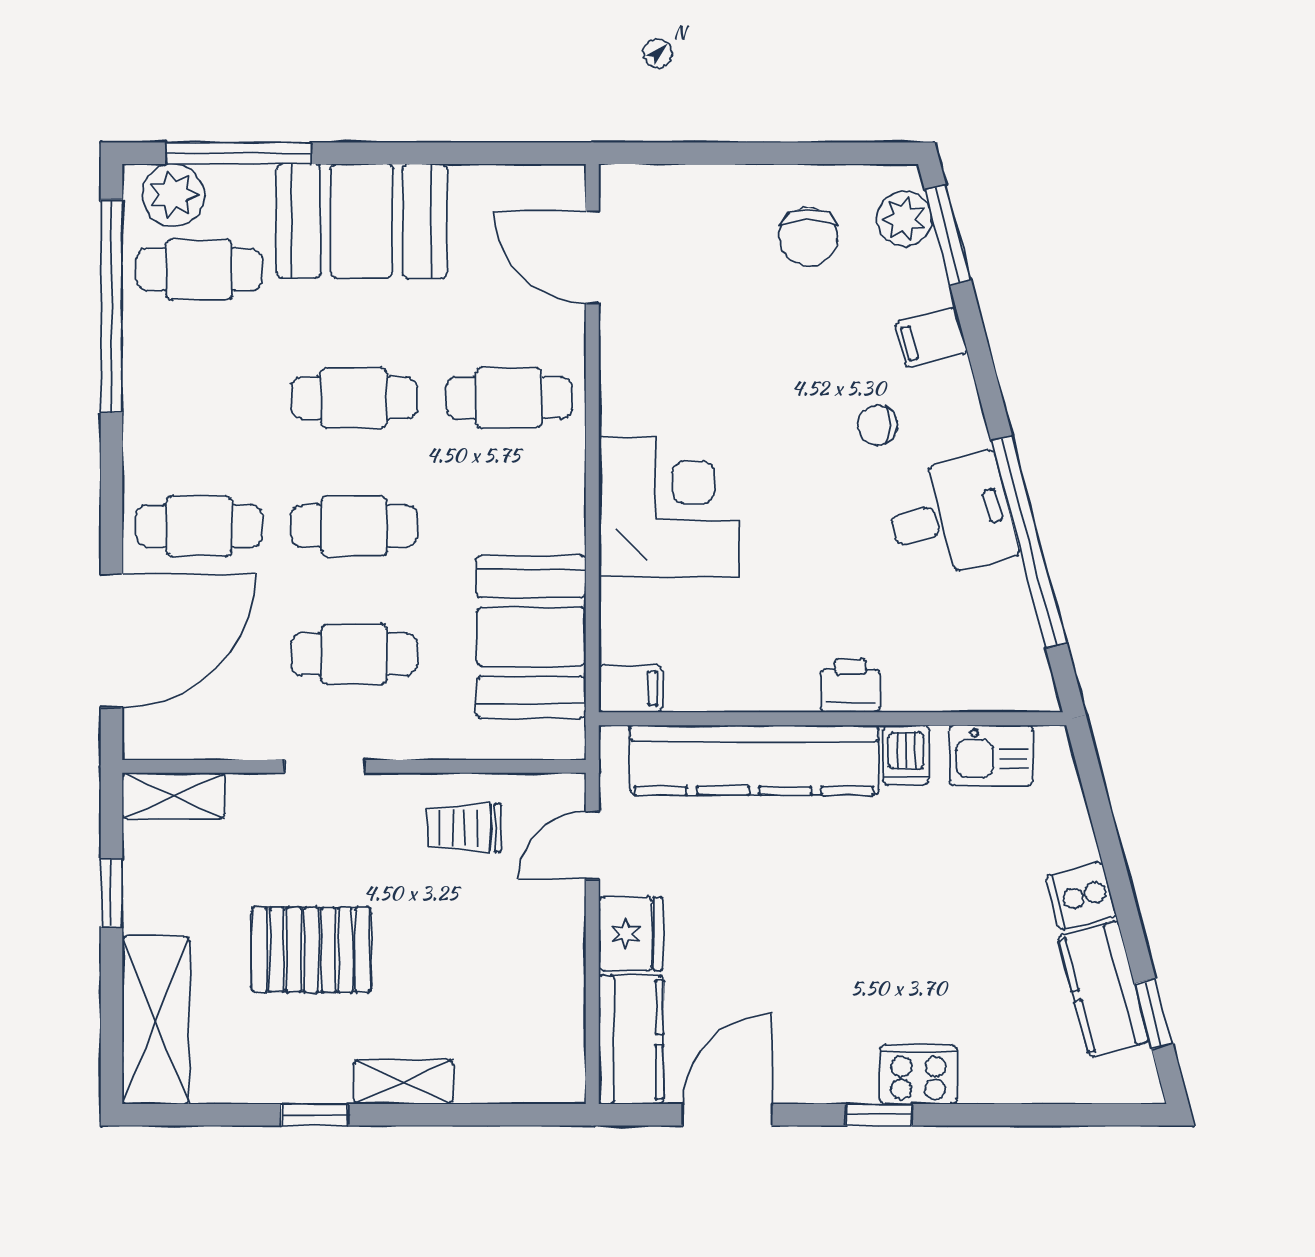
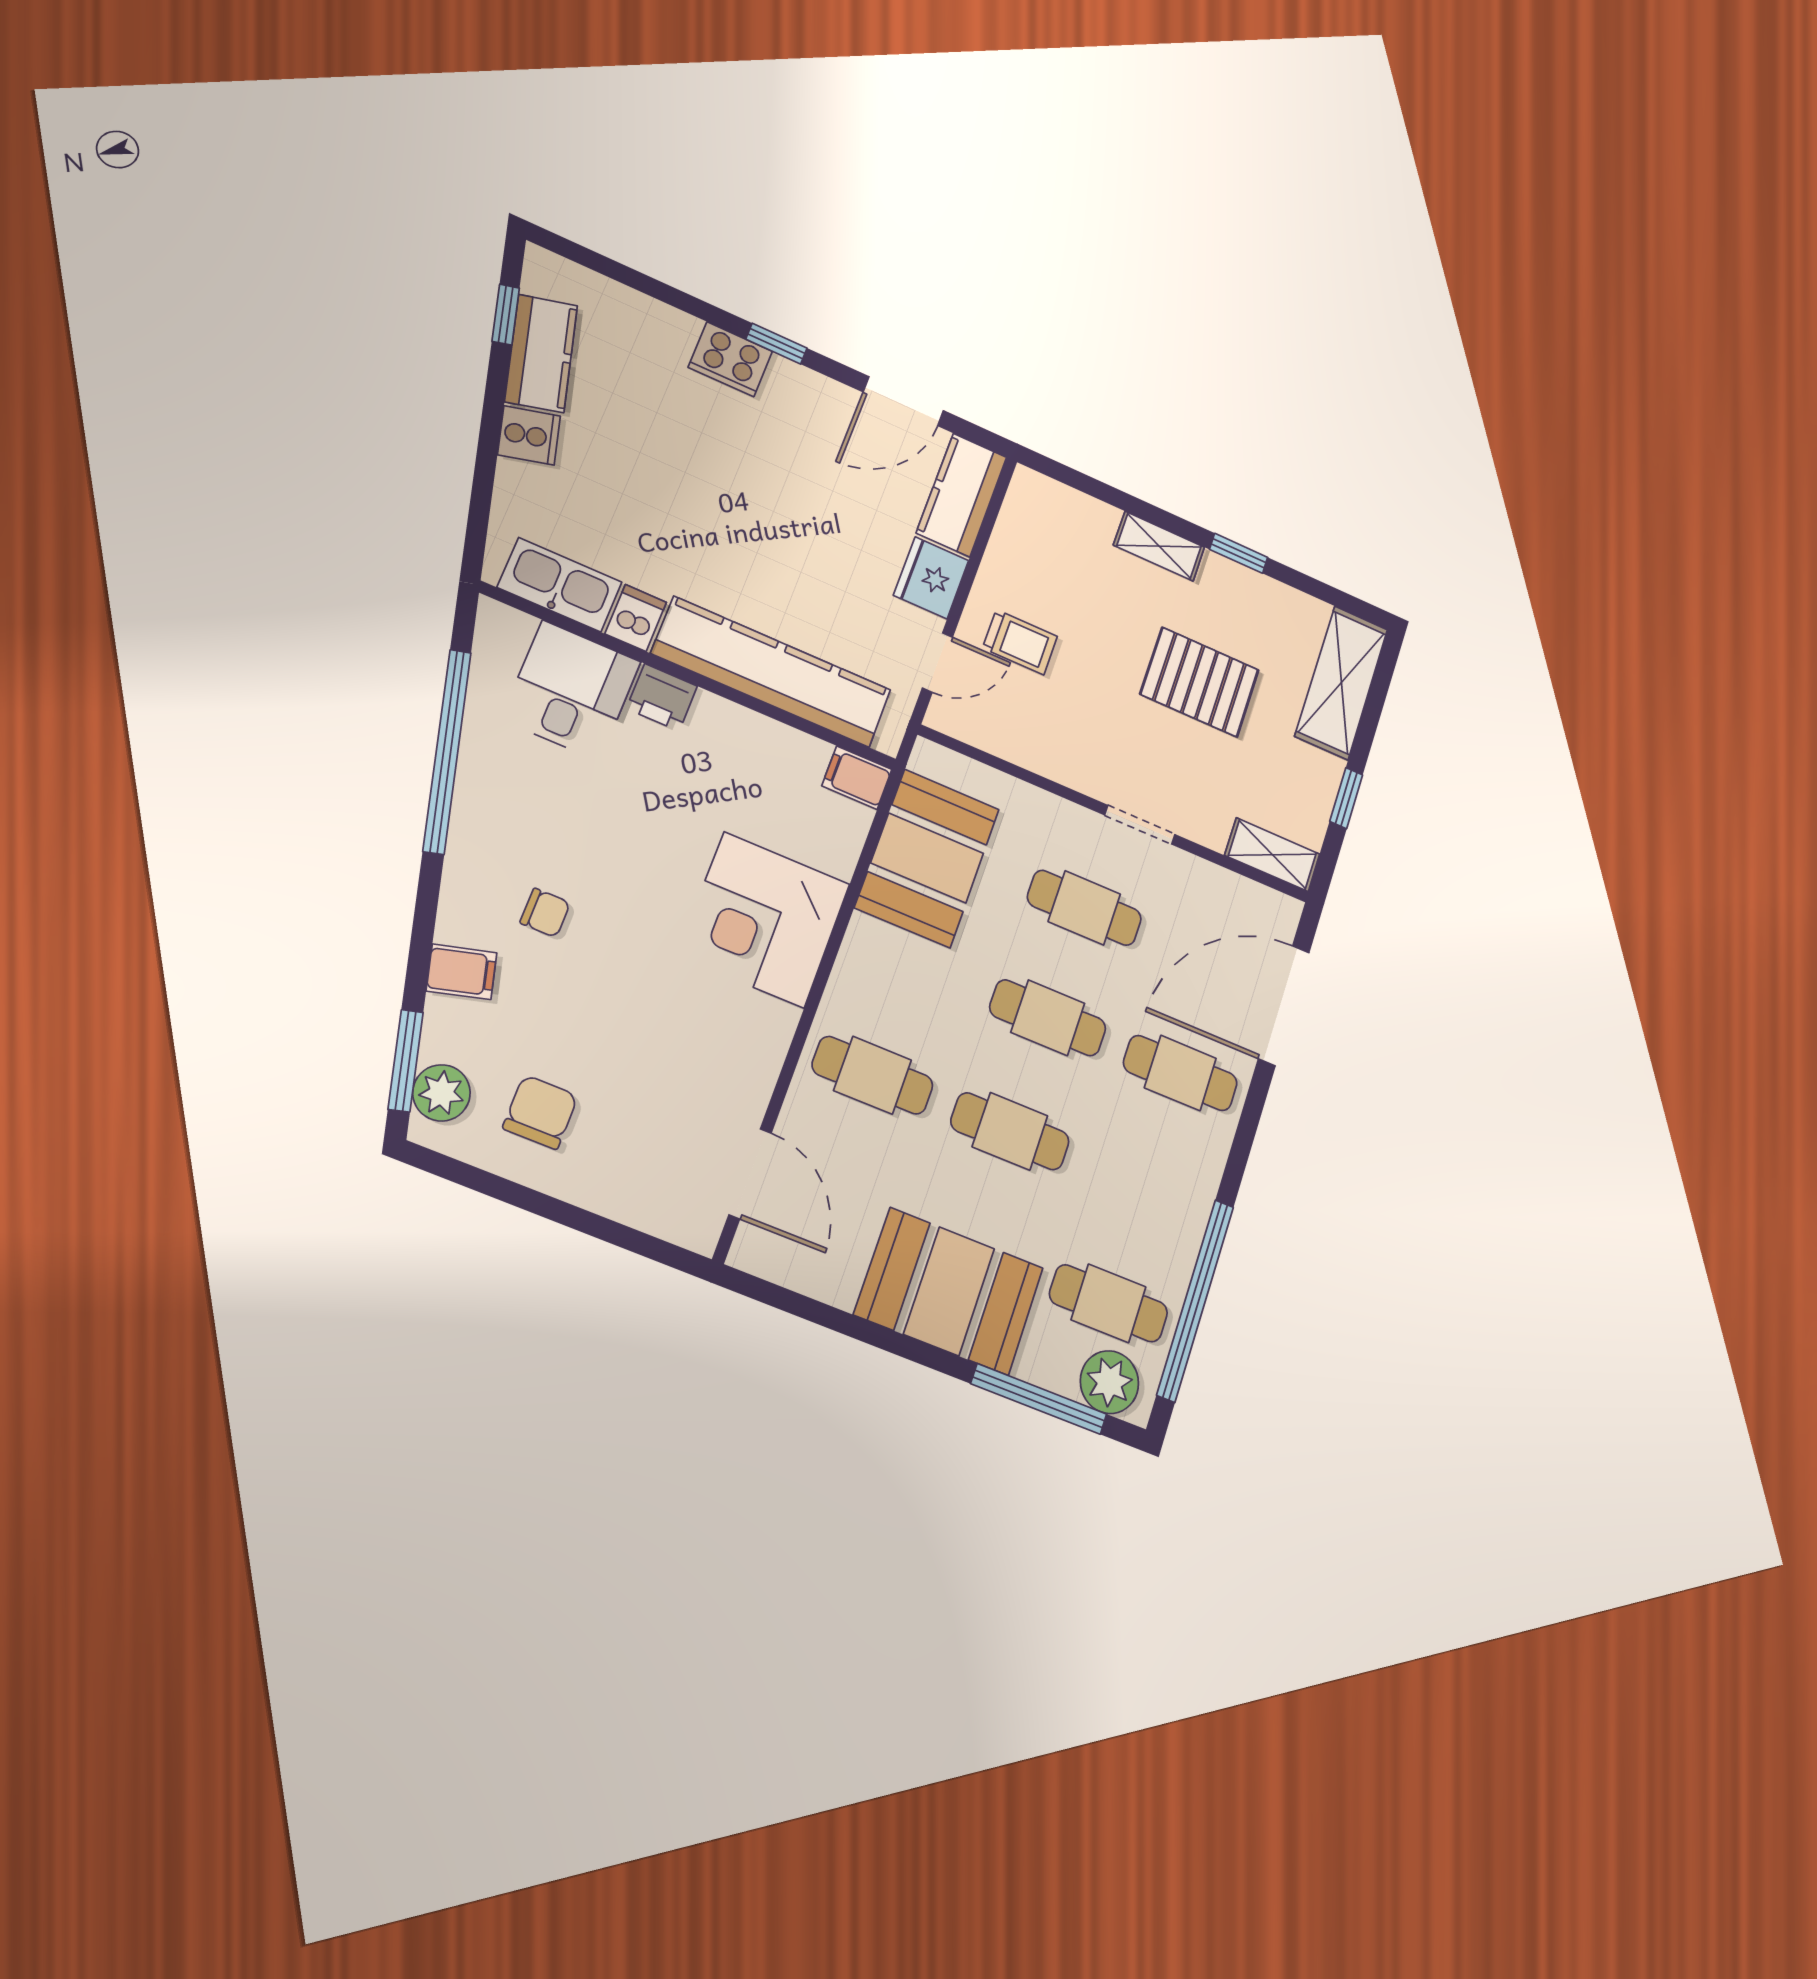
desk: (950, 517) -> (571, 690), moved, turned 105
kitchen sink: (991, 755) -> (560, 585), width x1.38
trolley: (464, 828) -> (1020, 642), moved

